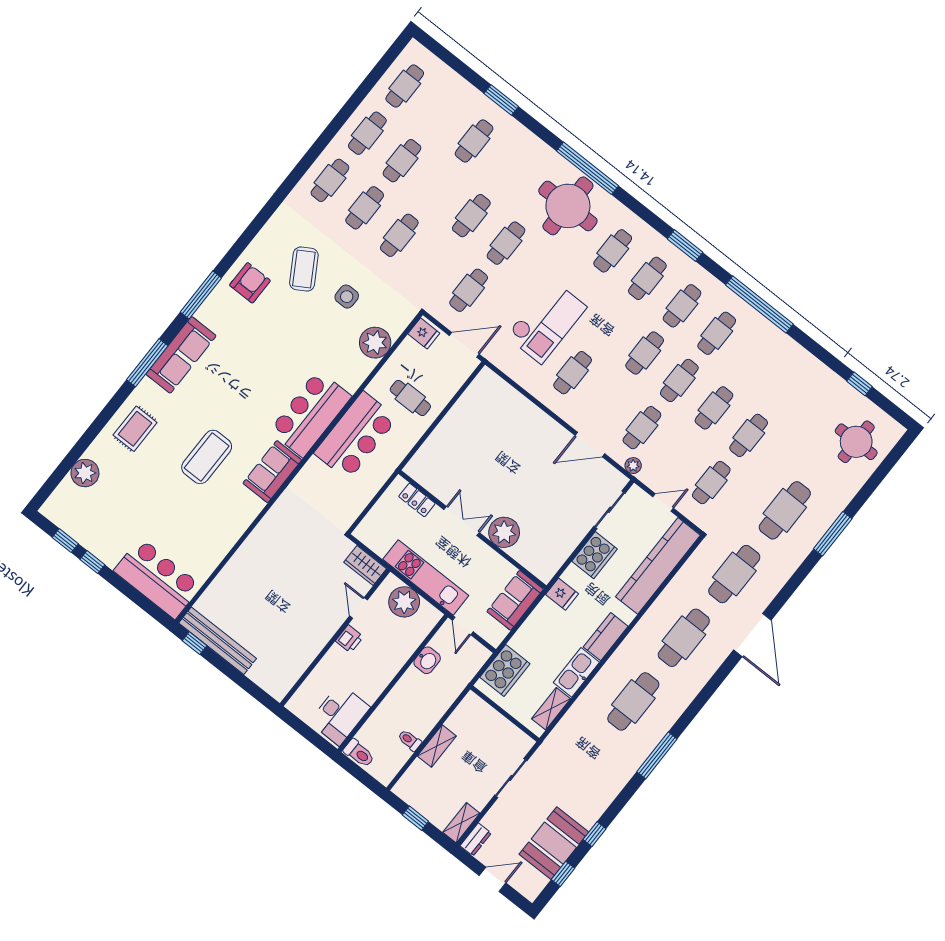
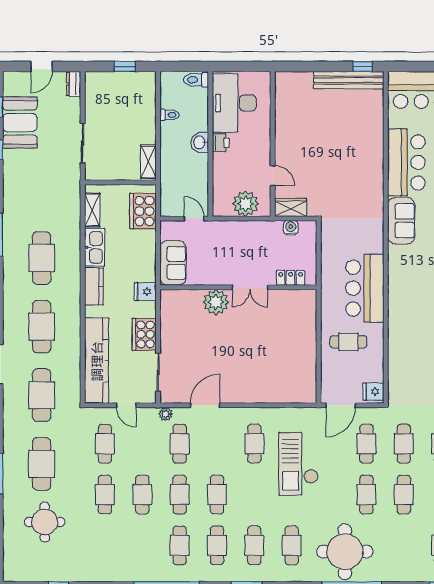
cafe table: (434, 263) -> (404, 444), added
plant: (375, 343) -> (401, 360), removed
bar counter: (310, 414) -> (406, 162), moved
round table: (856, 442) -> (45, 522), moved
door: (663, 503) -> (126, 405), hinge flipped
water cooler: (380, 546) -> (291, 228), added
kitchen unit: (426, 577) -> (244, 231), removed
printer: (349, 639) -> (221, 143), moved, turned 180
washbasin: (427, 660) -> (200, 142), moved
desk: (340, 715) -> (234, 103), width x1.36, depth x1.30
shelving: (437, 746) -> (148, 162), moved
shelving: (461, 823) -> (92, 87), removed

